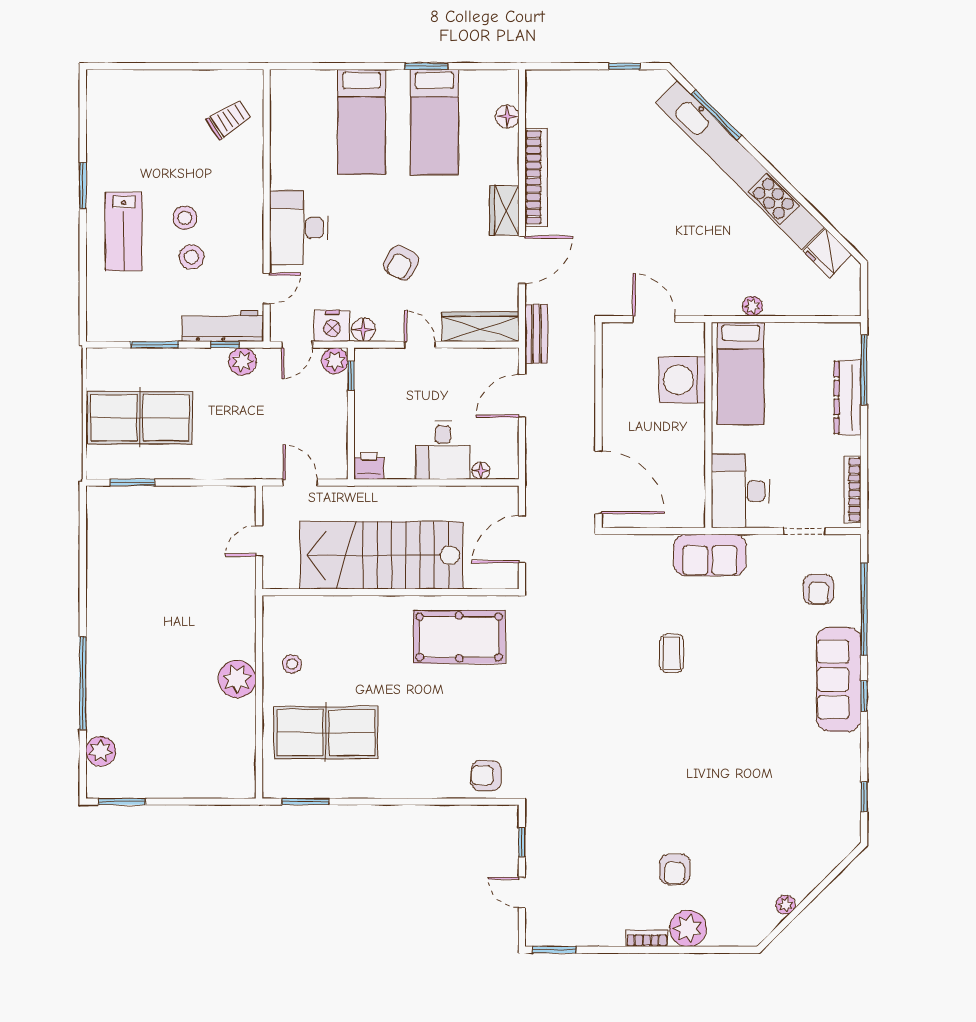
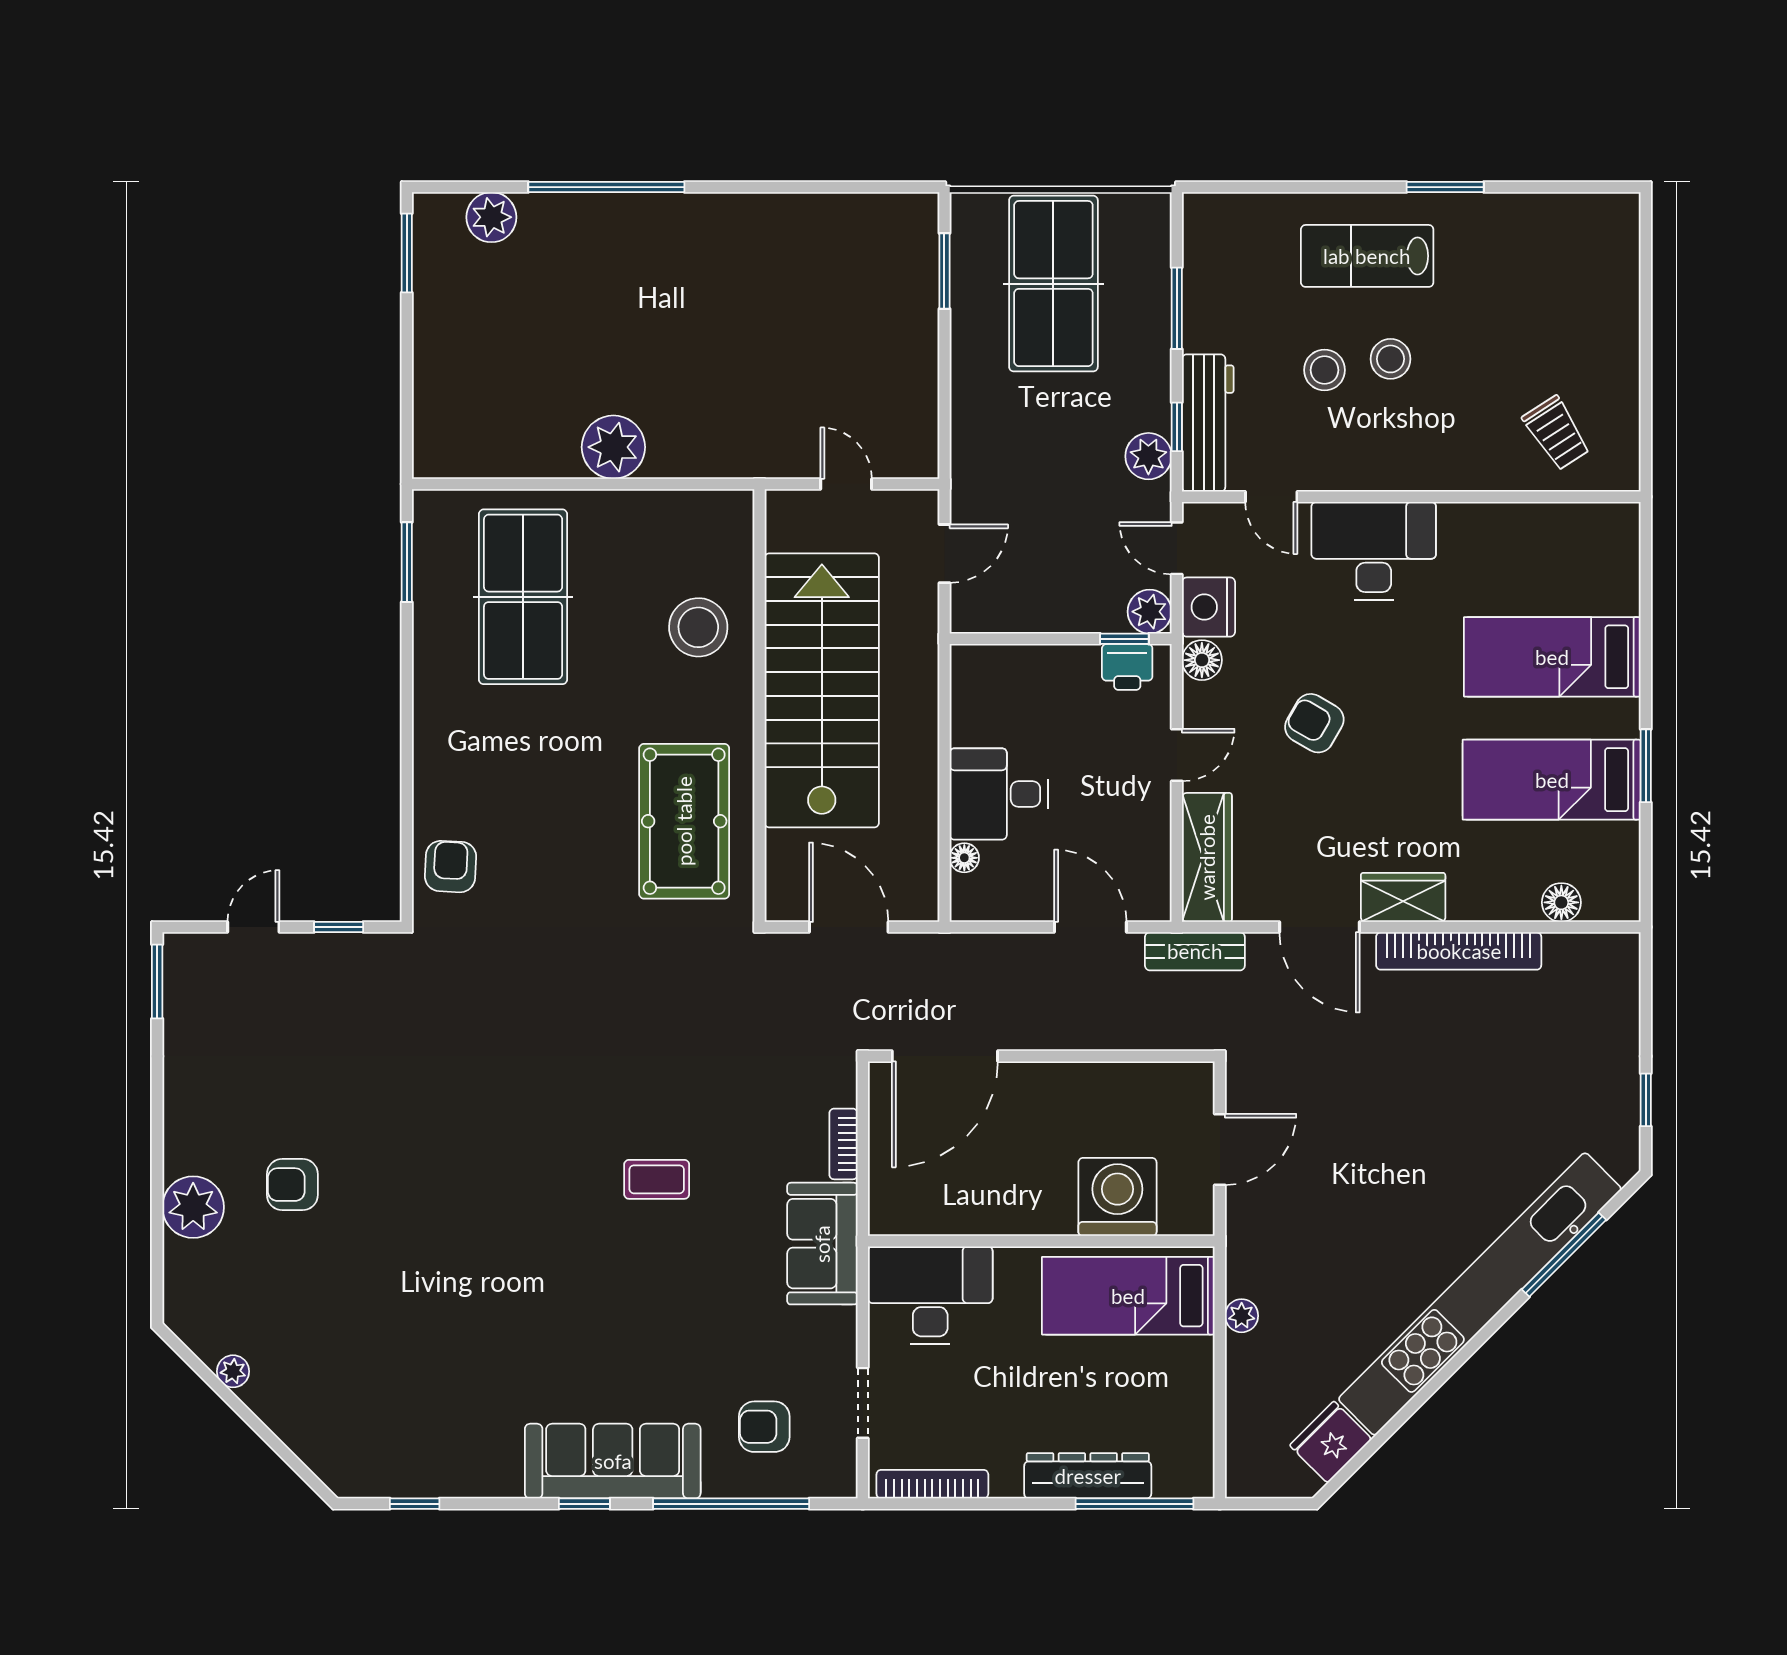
printer: (369, 466) -> (1127, 667), moved, turned 90
stool: (292, 664) -> (698, 627), moved, width x1.89, depth x1.89
bookcase: (647, 938) -> (843, 1144), moved, turned 180

